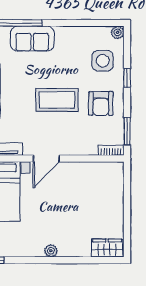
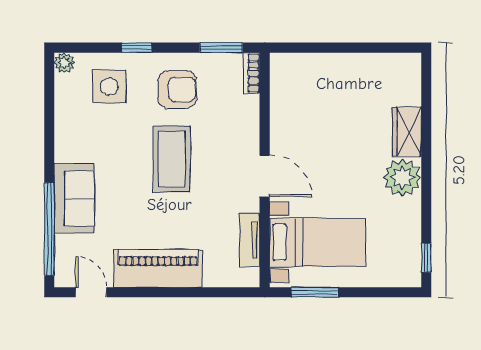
wardrobe: (107, 248) -> (407, 132), moved
plant: (51, 251) -> (402, 177), width x1.88, depth x1.88

